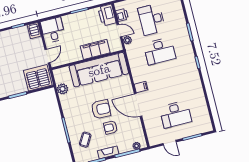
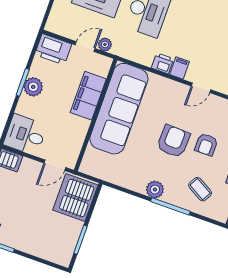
printer: (122, 15) -> (163, 63), moved
plant: (81, 18) -> (33, 87), added
door: (47, 56) -> (55, 165), swing flipped
plant: (63, 89) -> (155, 190), moved
door: (138, 105) -> (201, 88), width x0.53

